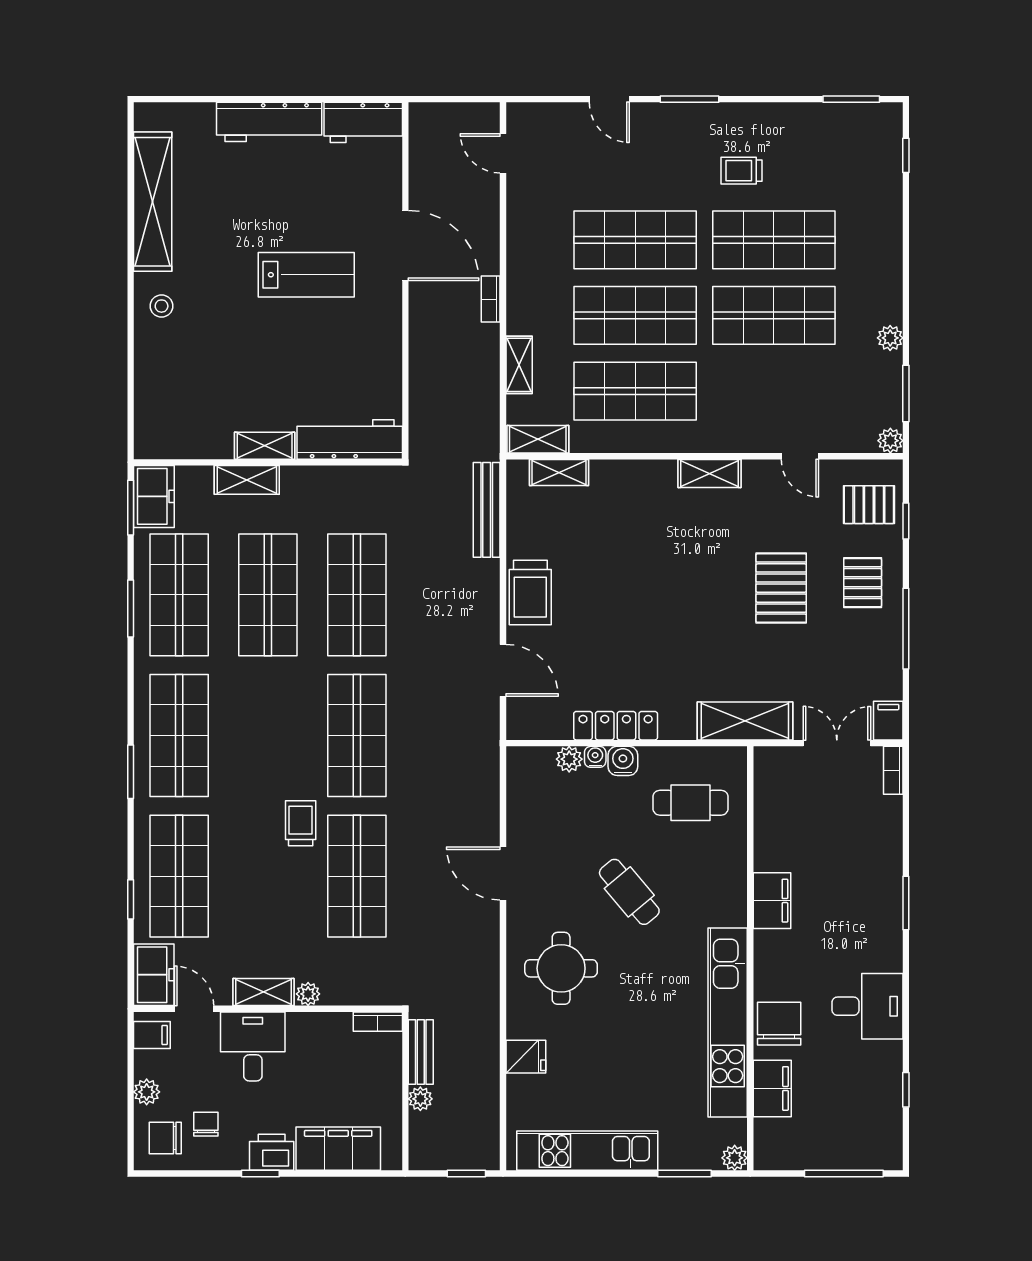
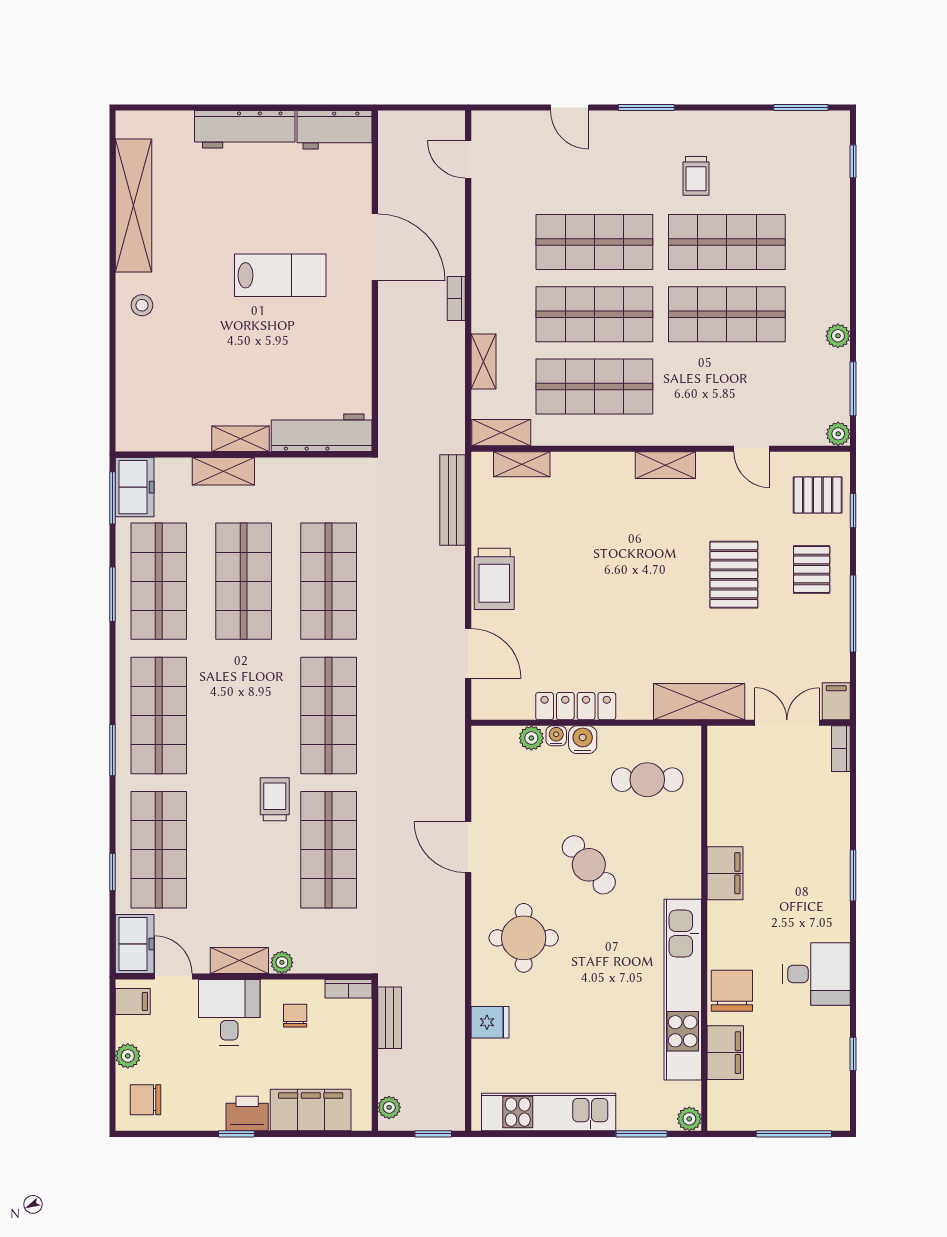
trolley: (742, 171) -> (696, 176), turned -90
plant: (420, 1099) -> (389, 1107), moved
chair: (206, 1124) -> (295, 1016), moved

